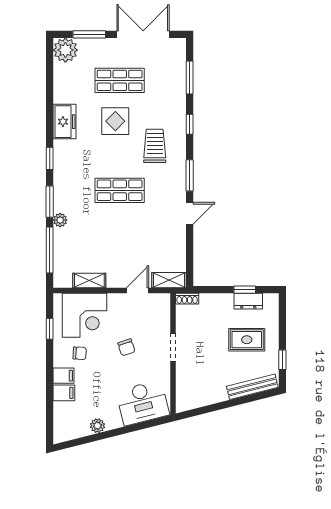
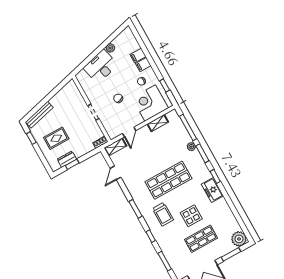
freezer: (65, 122) -> (212, 190), moved
shop shelf: (120, 190) -> (168, 180), width x1.43, depth x1.36
door: (190, 213) -> (115, 173), moved
desk: (143, 403) -> (101, 66), moved

